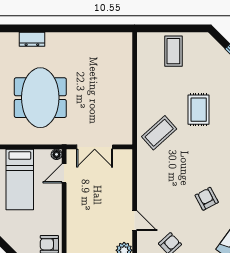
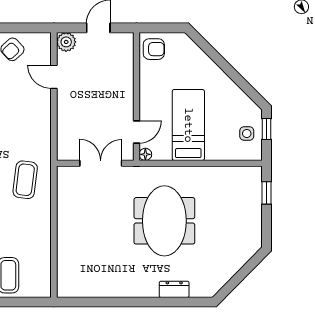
coffee table: (159, 133) -> (25, 180), turned -41

